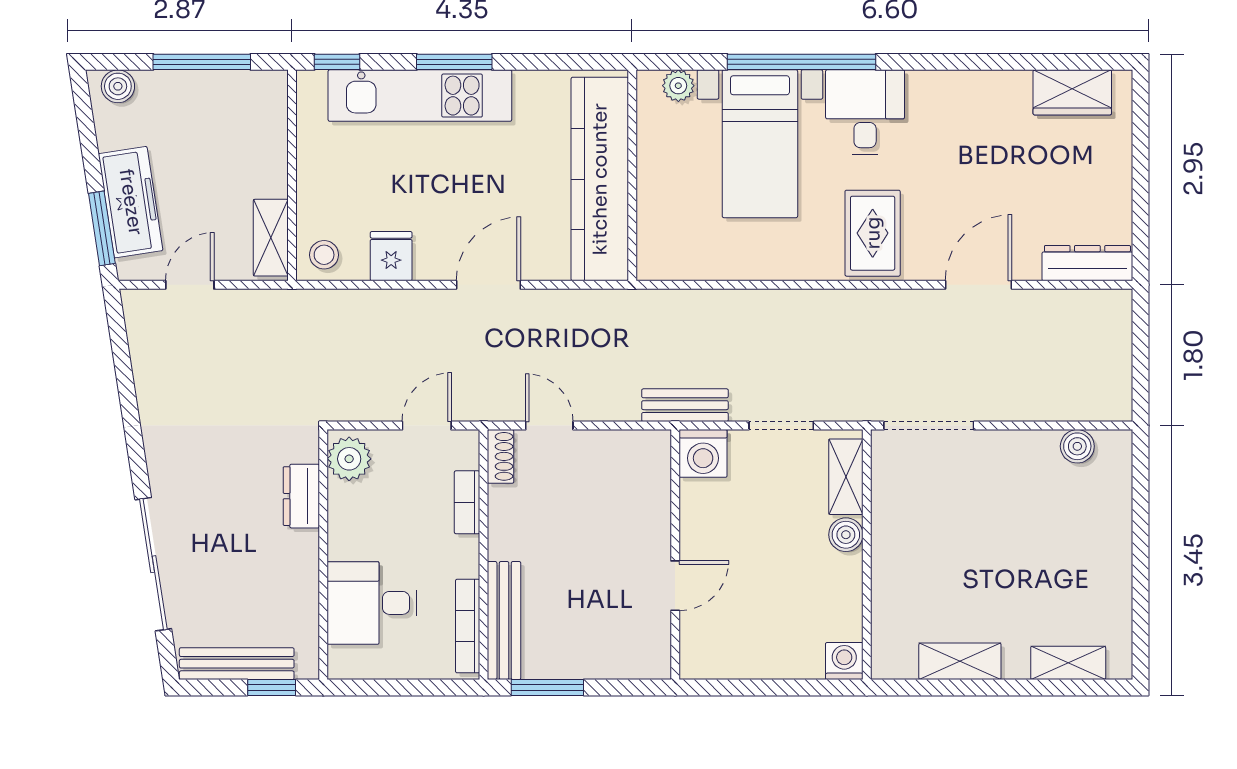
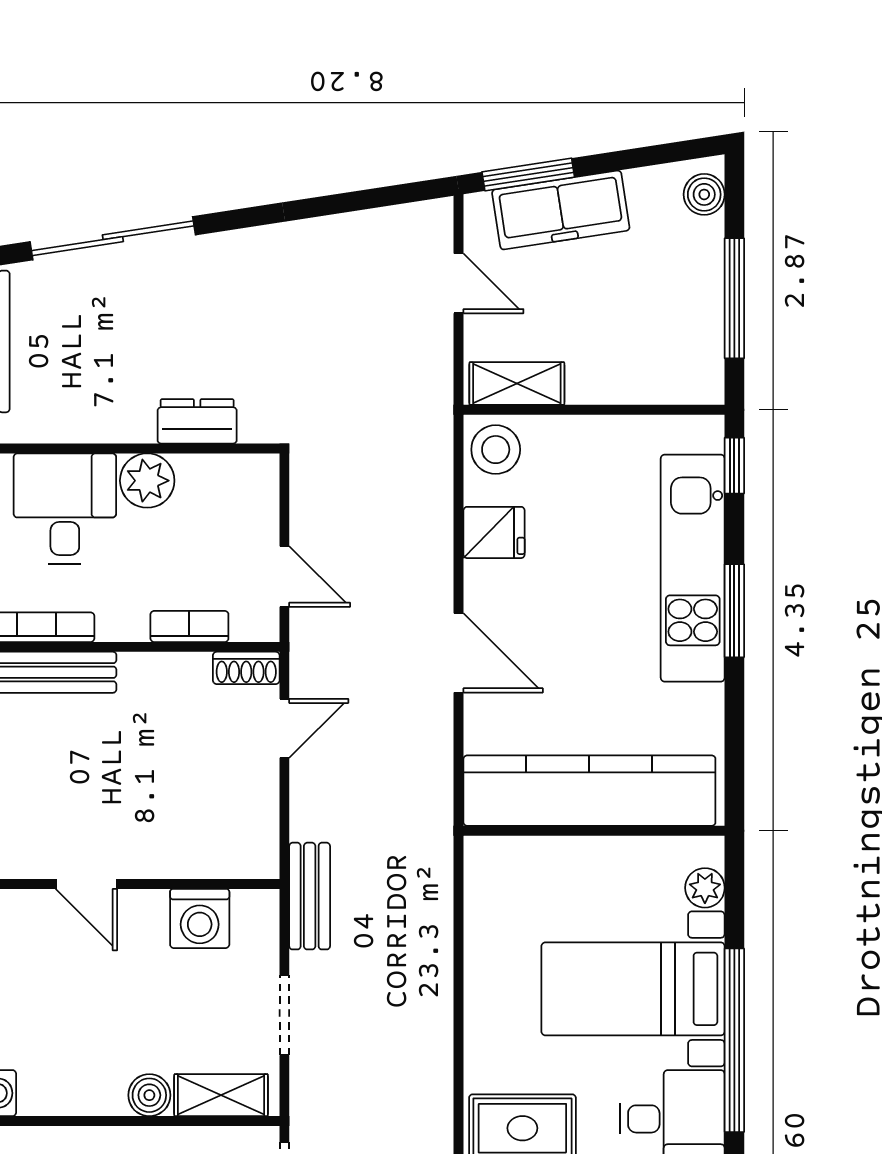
stool: (324, 255) -> (496, 450), width x1.37, depth x1.37
washing machine: (703, 453) -> (200, 918), moved, turned -90
plant: (349, 459) -> (147, 481), moved

